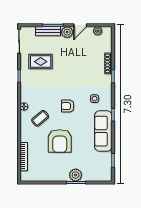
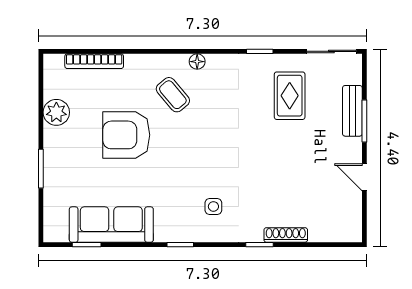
plant: (98, 31) -> (353, 213), removed
plant: (67, 32) -> (350, 150), removed
armchair: (68, 106) -> (198, 151), removed
sofa: (103, 131) -> (111, 225), moved
plant: (76, 175) -> (56, 112), moved

